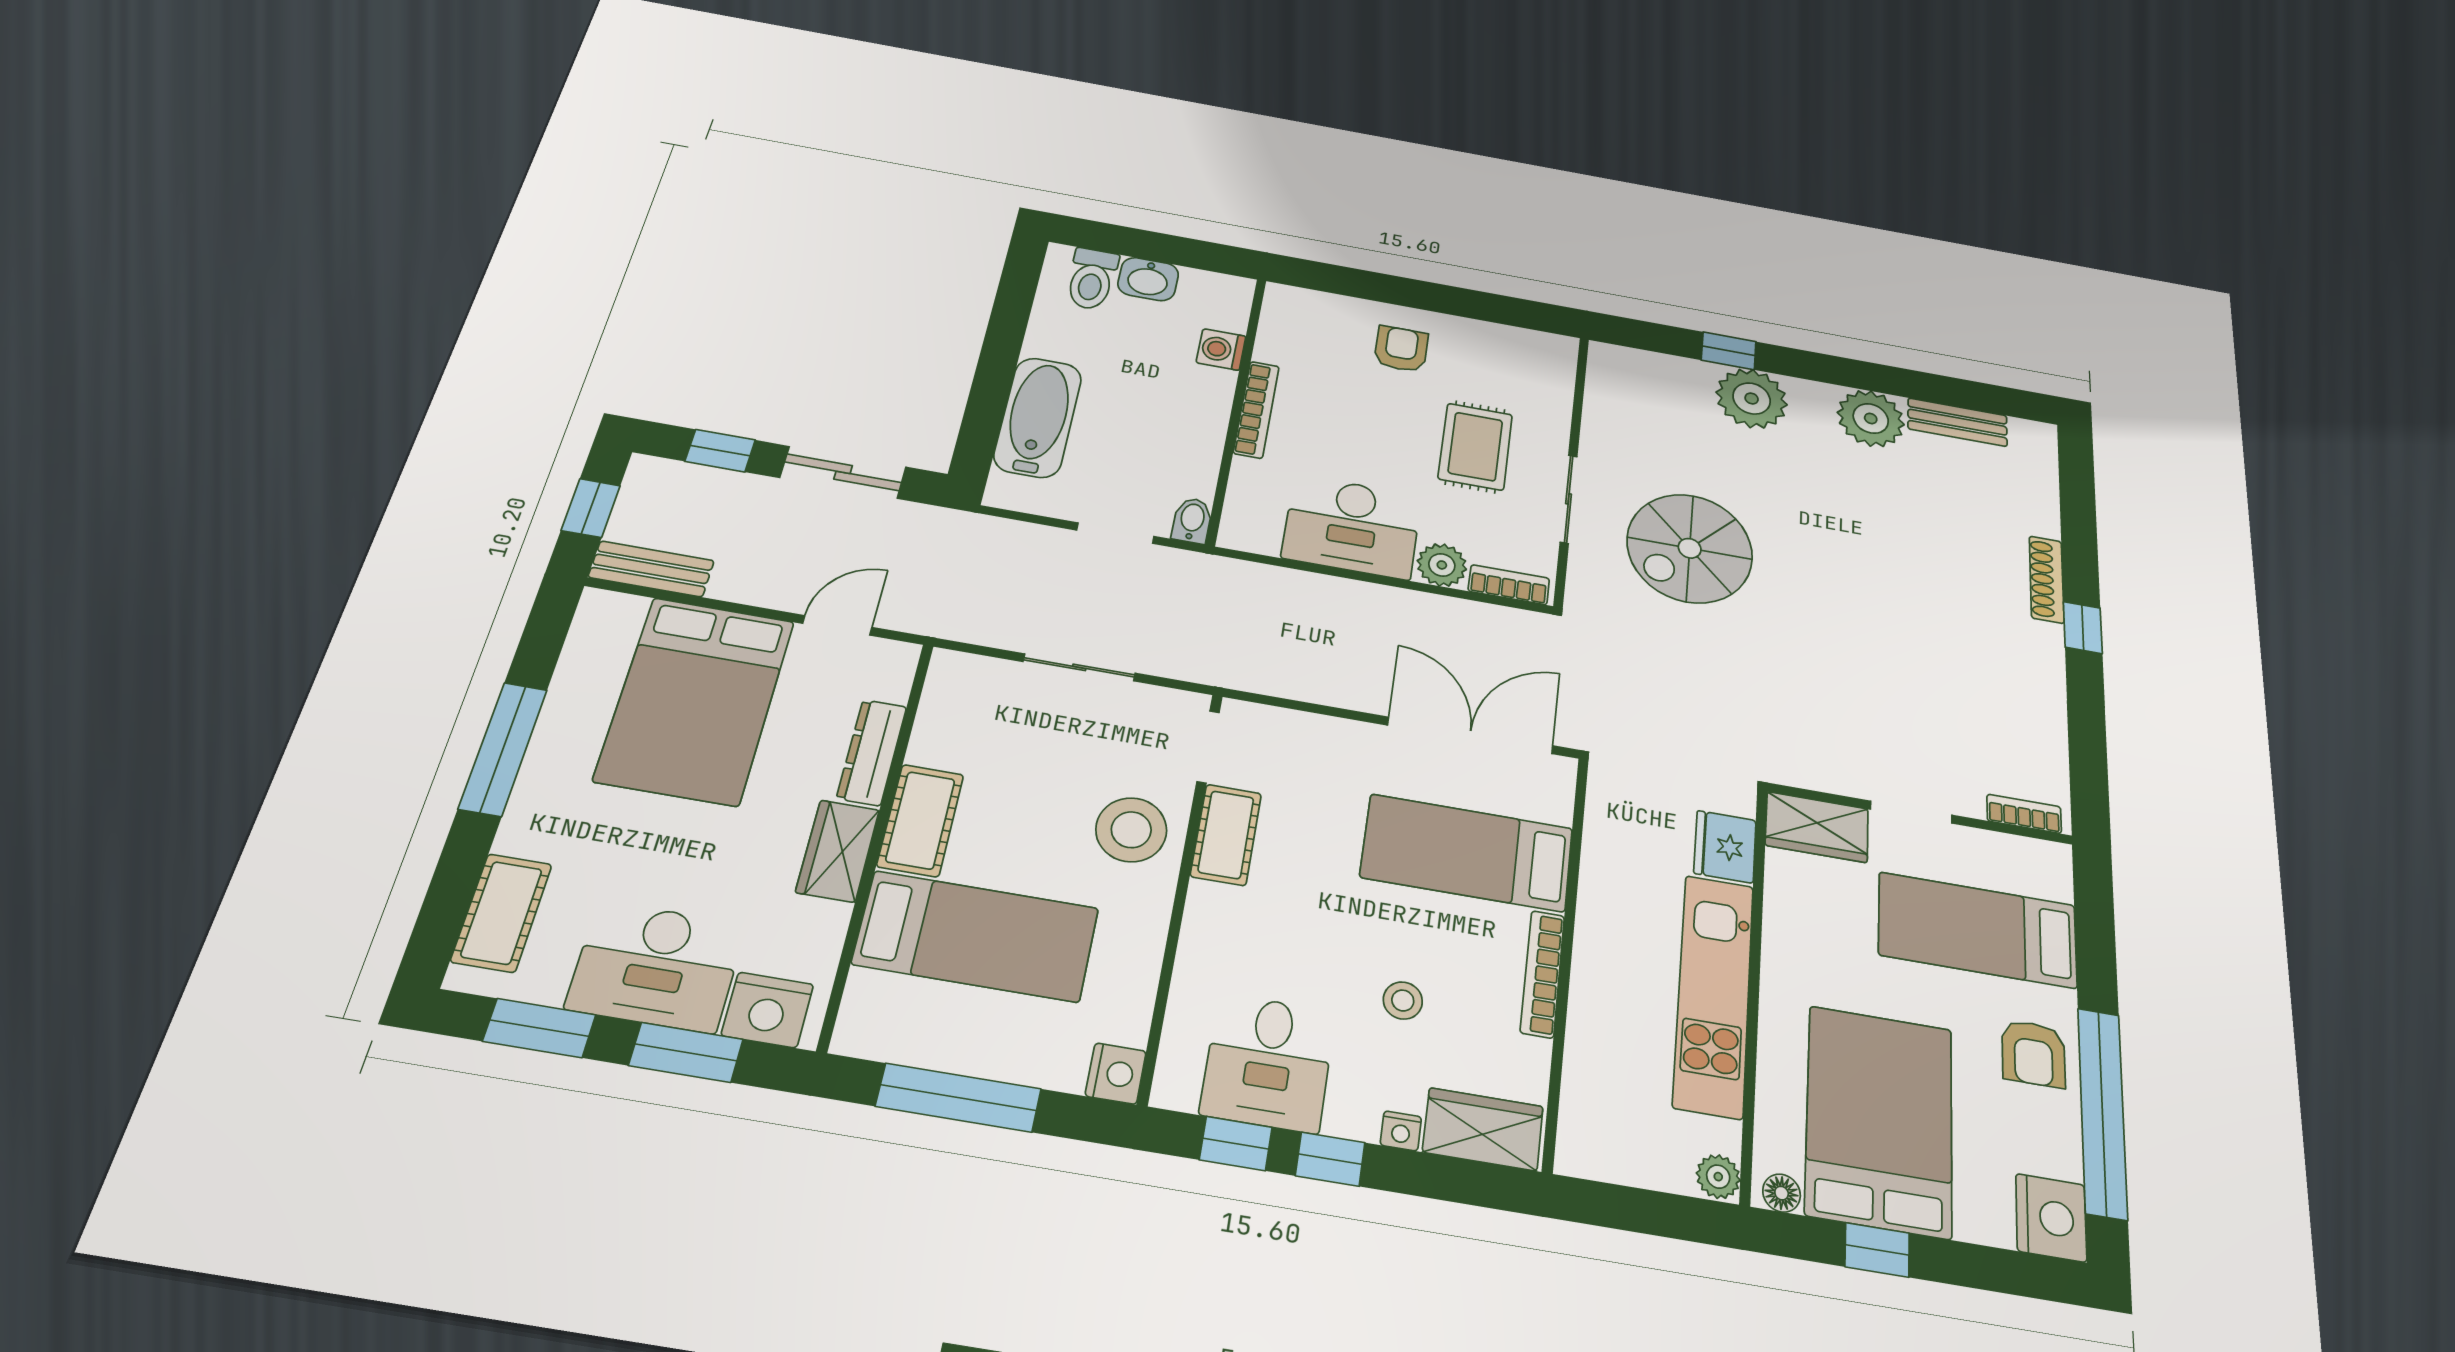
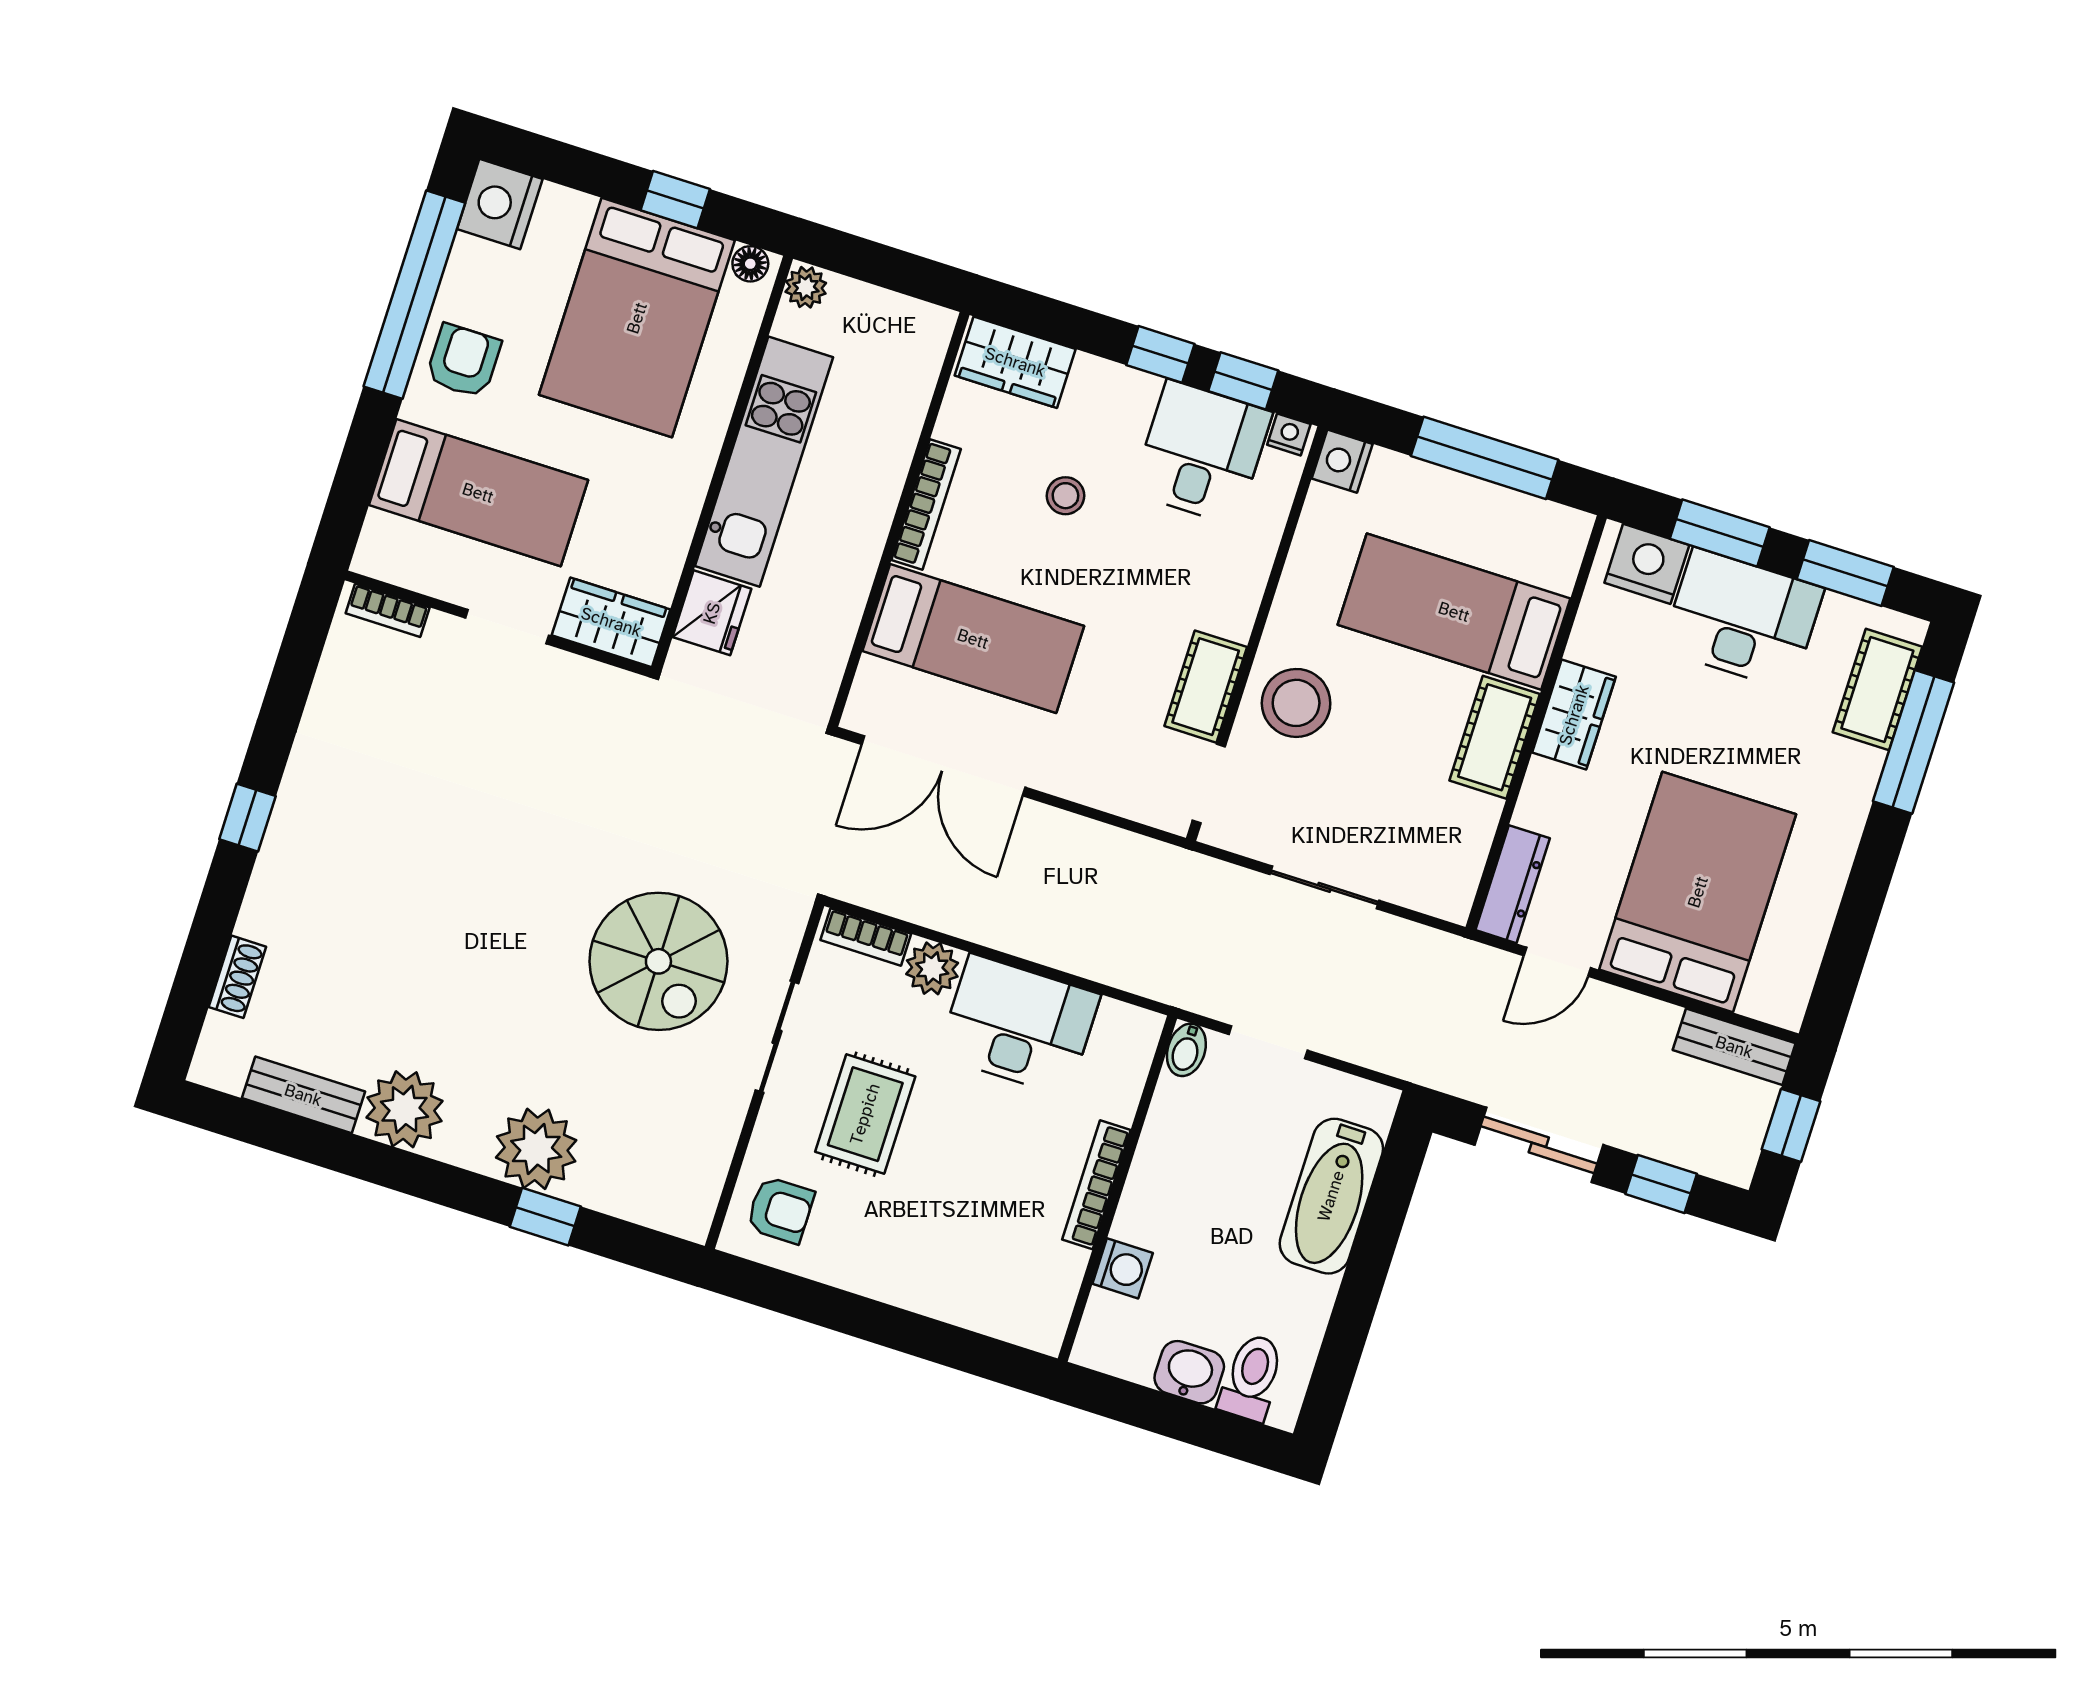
armchair: (1401, 349) -> (780, 1210), moved, turned -90
spiral stairs: (1690, 548) -> (658, 961), turned 90
shoe rack: (2047, 579) -> (237, 977), moved, width x0.70
window: (503, 749) -> (1913, 742), moved
dresser: (872, 752) -> (1513, 884), moved
nightstand: (1401, 1131) -> (1289, 434), moved

